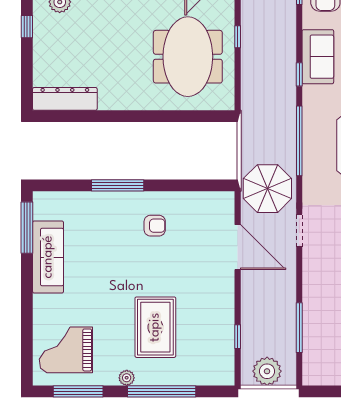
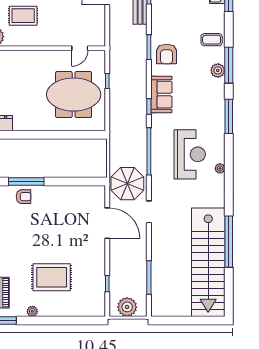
meeting table: (188, 57) -> (74, 95), turned 90
armchair: (155, 226) -> (24, 197), moved
rug: (155, 327) -> (52, 277), turned 90
window: (162, 391) -> (56, 321), removed

